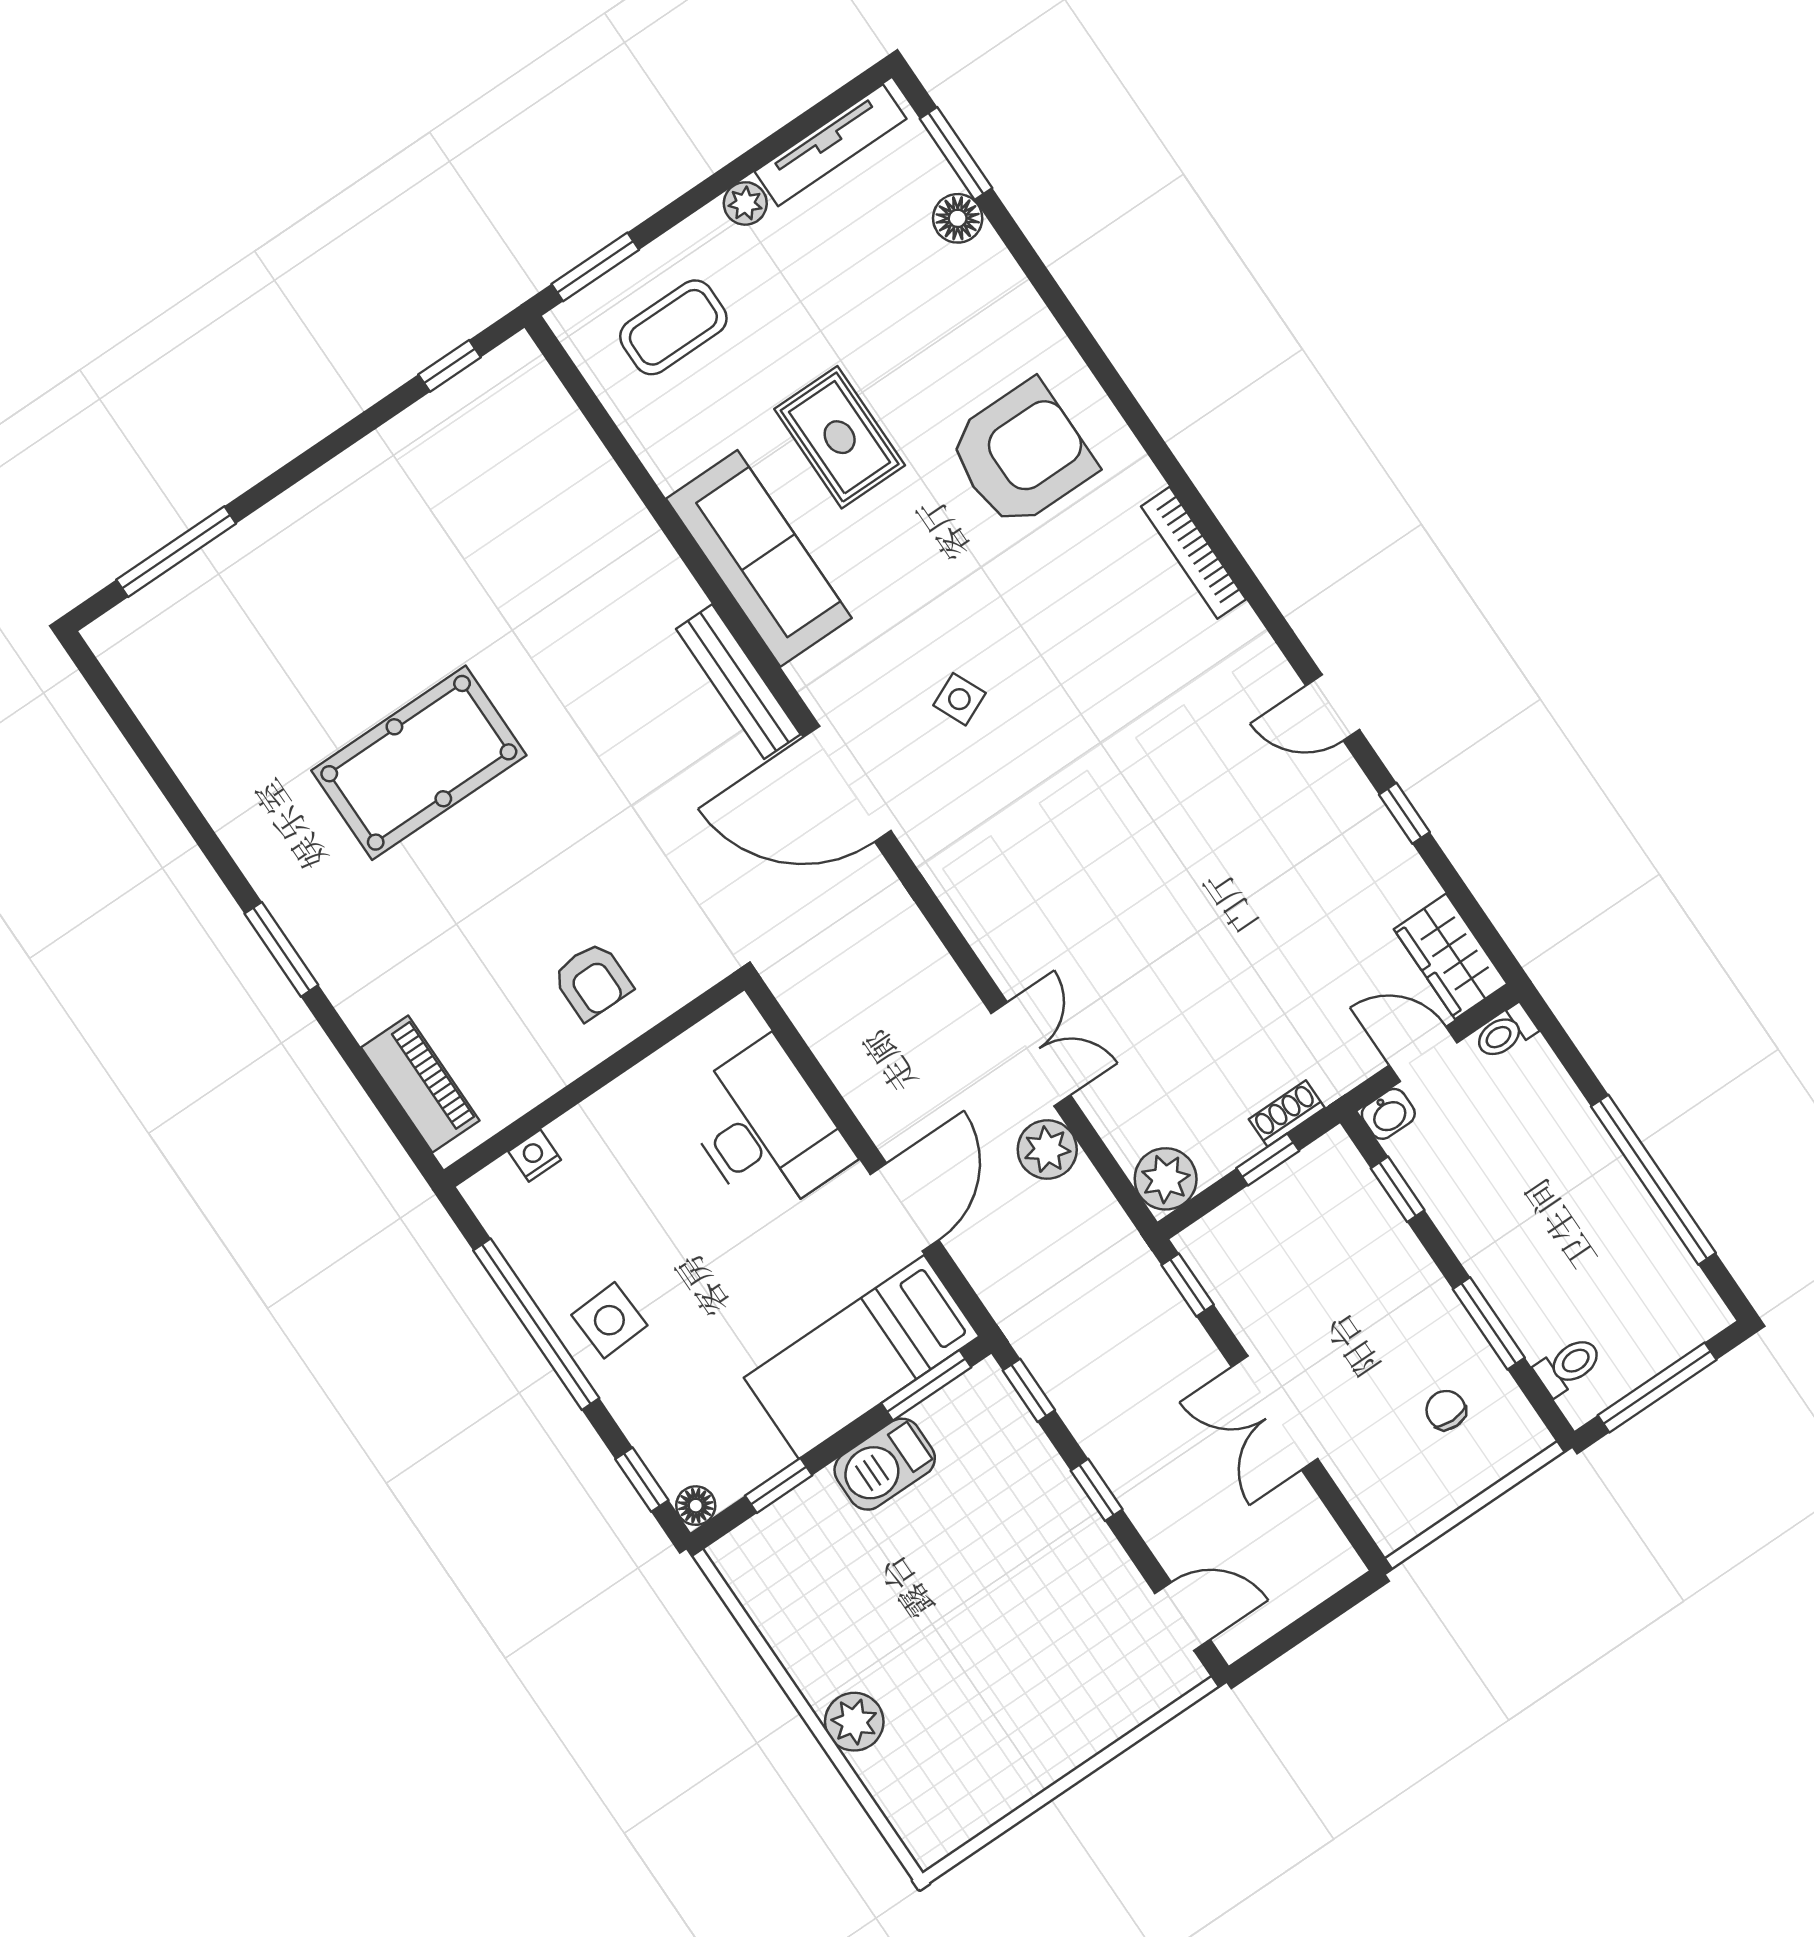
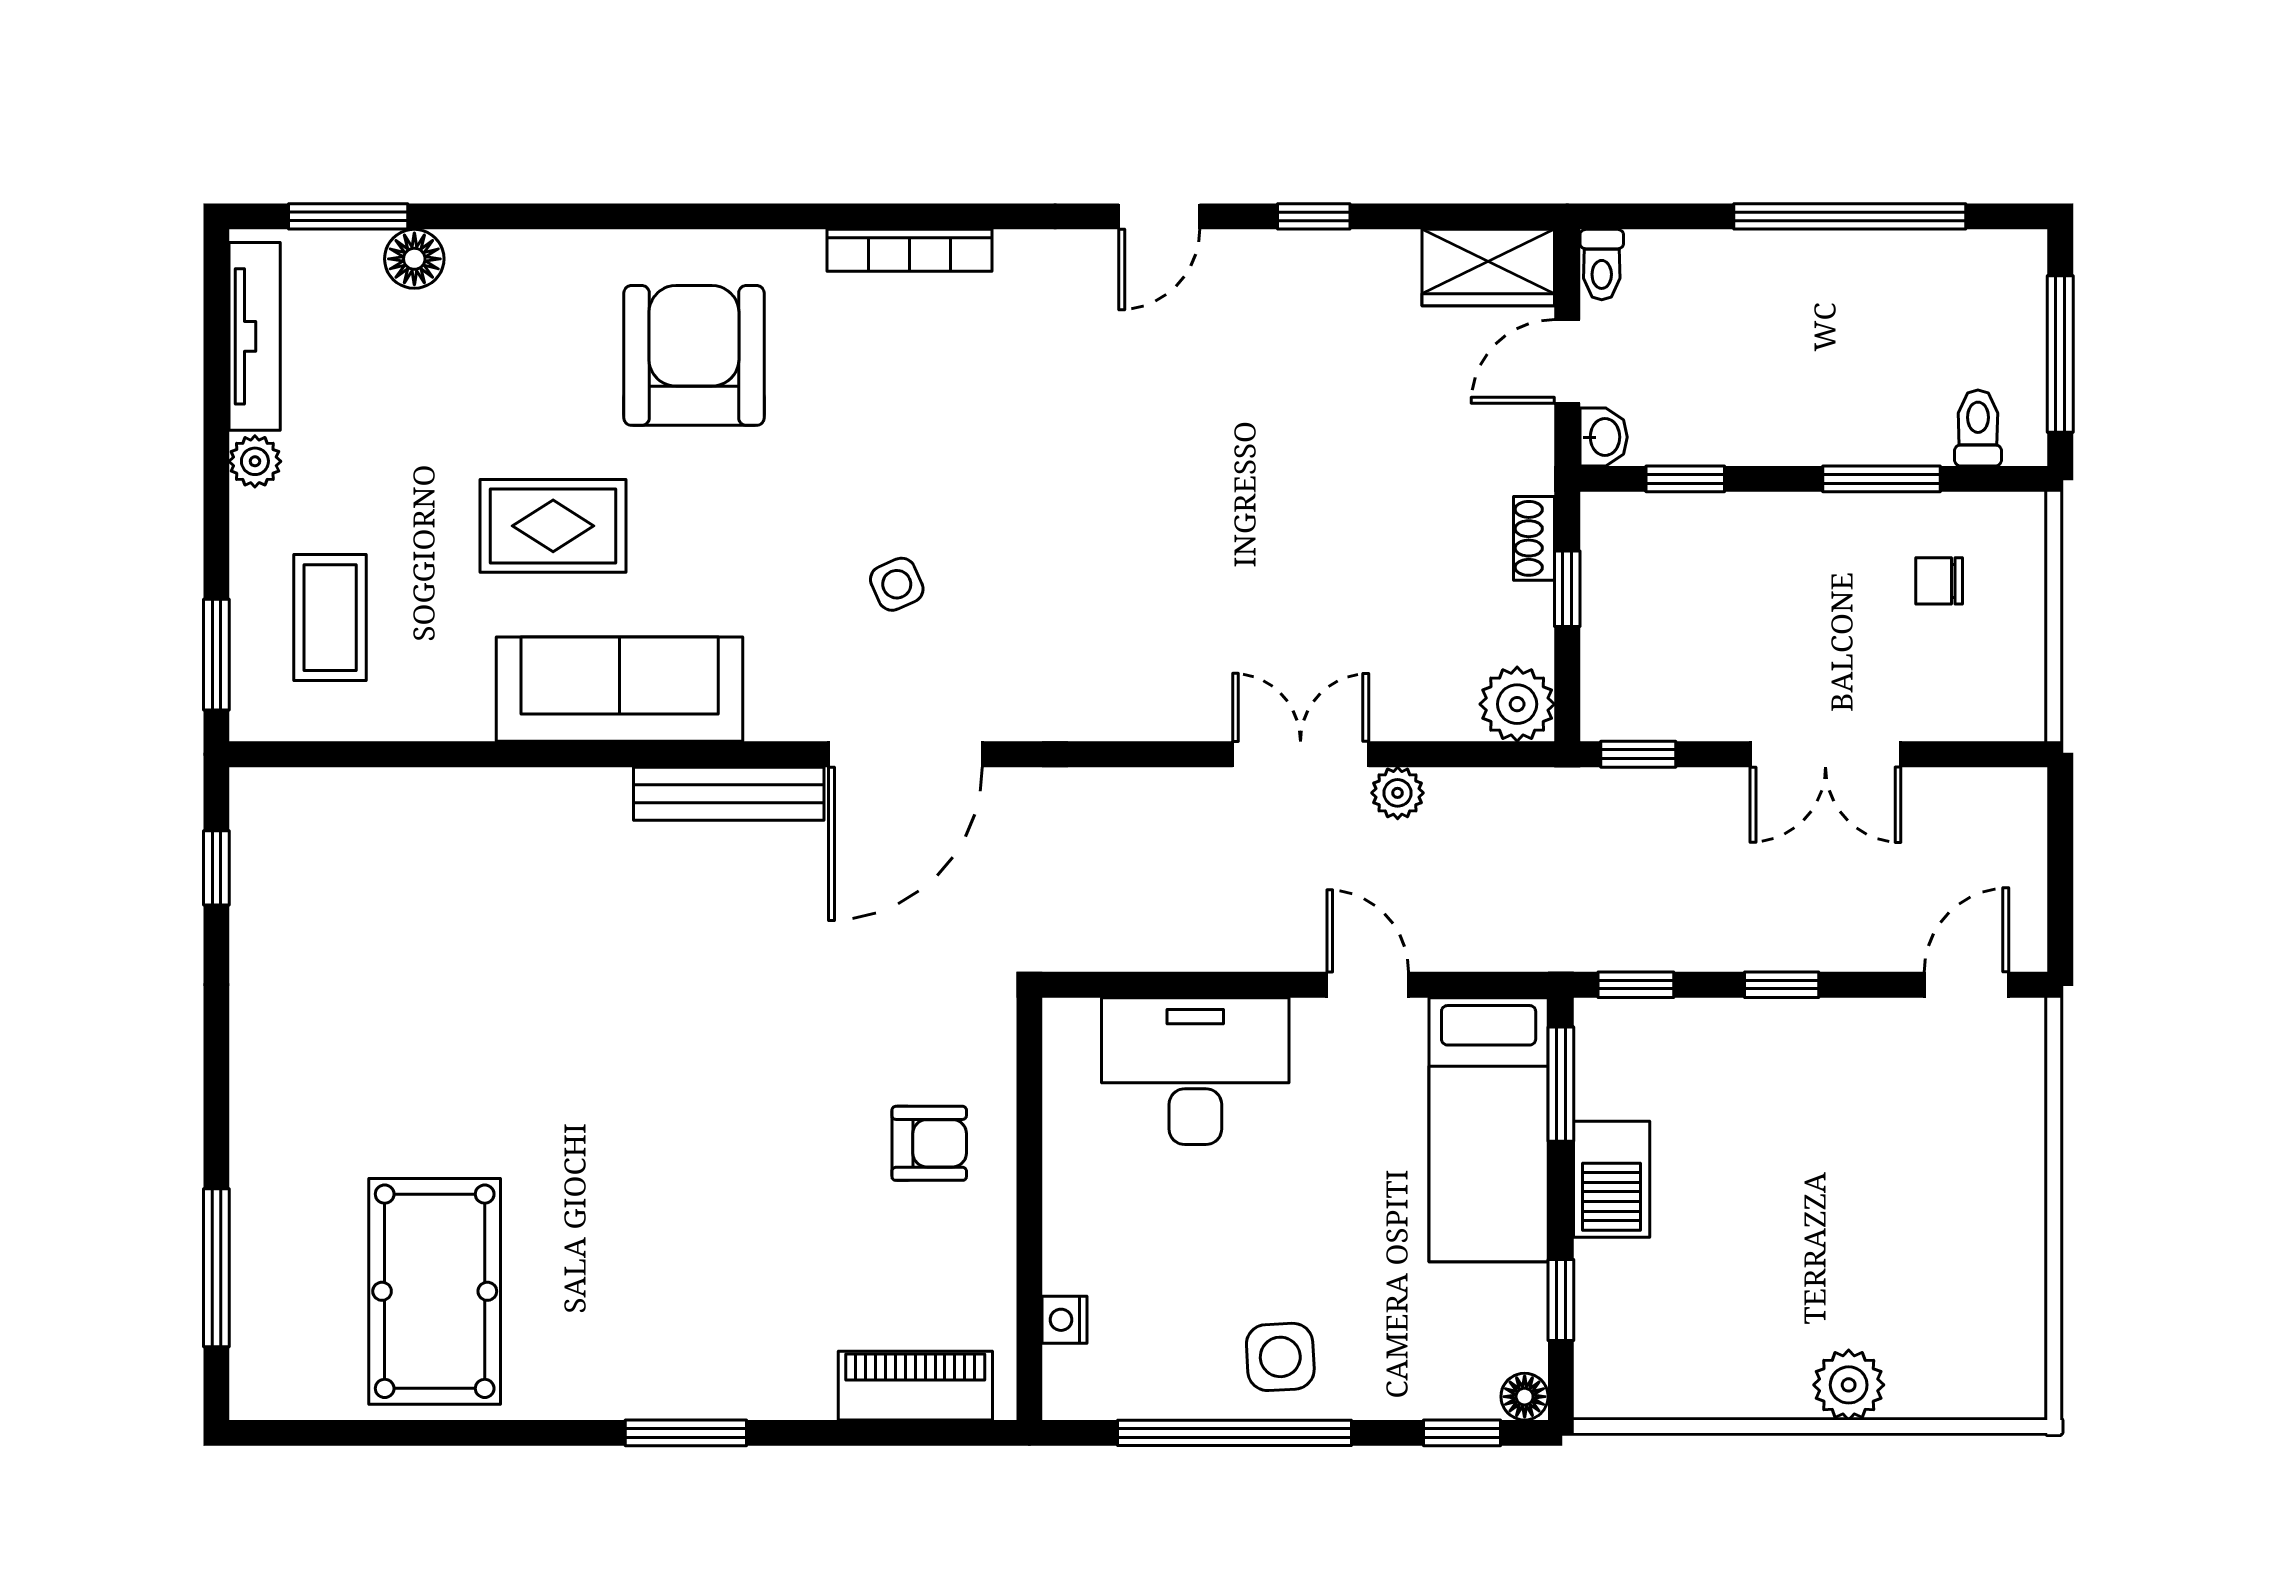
pool table: (419, 763) -> (435, 1291), moved
plant: (1047, 1149) -> (1398, 793), width x0.73, depth x0.73
door: (904, 1207) -> (1368, 985), width x0.73

